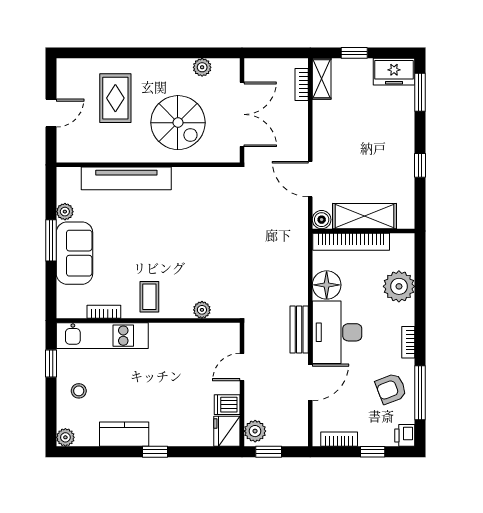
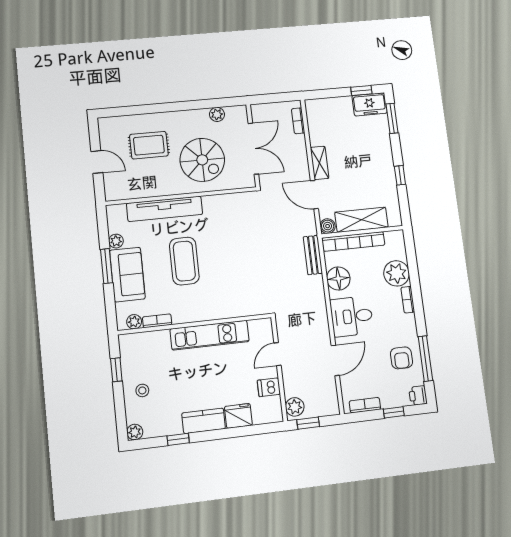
window: (354, 53) -> (361, 90), moved
shelving: (322, 79) -> (320, 163), moved
rug: (115, 98) -> (149, 145), turned 90
door: (51, 113) -> (97, 162), hinge flipped
coffee table: (149, 297) -> (184, 261), moved, width x1.86, depth x1.72
plant: (202, 310) -> (134, 322), moved
bench: (299, 330) -> (313, 255), moved
desk: (337, 332) -> (352, 316), width x0.73
kitchen unit: (102, 336) -> (210, 335), moved
bookcase: (408, 342) -> (408, 300), moved
armchair: (391, 389) -> (401, 358), turned -69
fridge: (227, 431) -> (238, 416), moved, turned 90
kitchen counter: (124, 434) -> (204, 421), moved
window: (155, 452) -> (178, 439), moved

